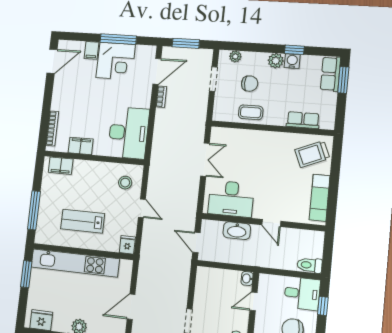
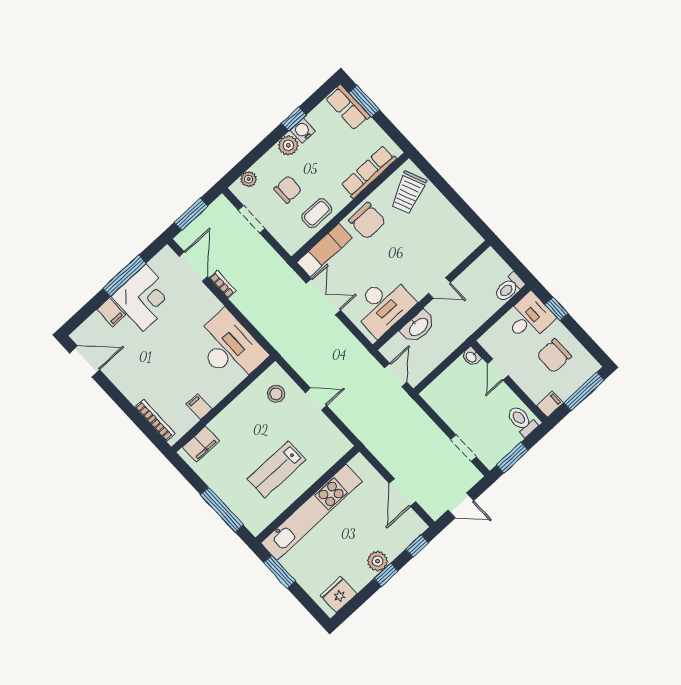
door: (52, 61) -> (85, 361), hinge flipped
row of seats: (303, 120) -> (369, 172), width x1.48
chair: (273, 145) -> (367, 221), added
filing cabinet: (81, 146) -> (199, 407), width x0.50
exam couch: (320, 198) -> (324, 250), moved, turned -90
door: (196, 242) -> (396, 375), swing flipped
fridge: (127, 245) -> (339, 444), removed

